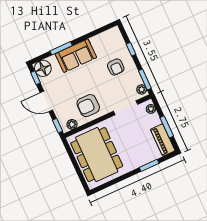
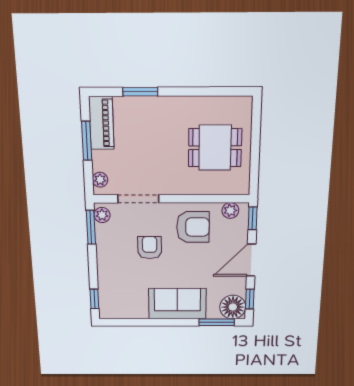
window: (61, 48) -> (217, 322), moved
window: (131, 49) -> (94, 299), moved
armchair: (116, 67) -> (150, 248), moved
door: (46, 101) -> (251, 260), swing flipped
dining table: (97, 155) -> (215, 148), width x0.53, depth x0.80

